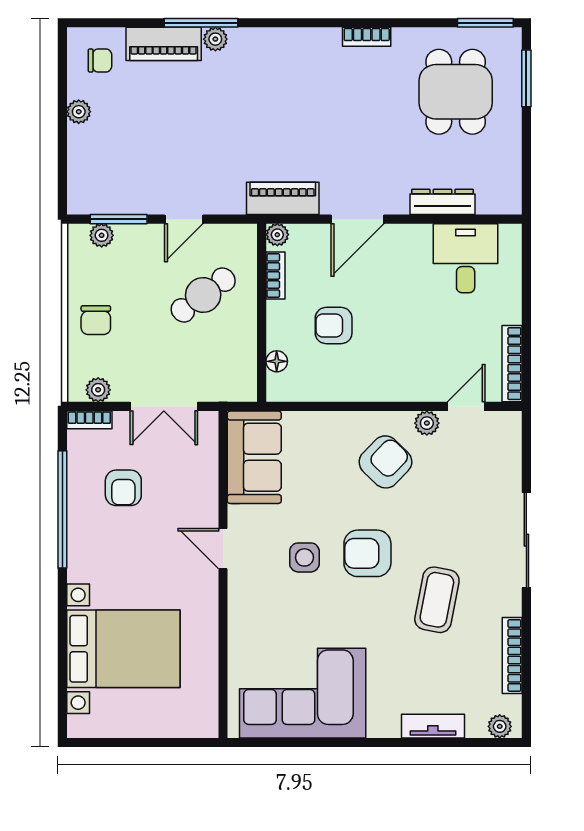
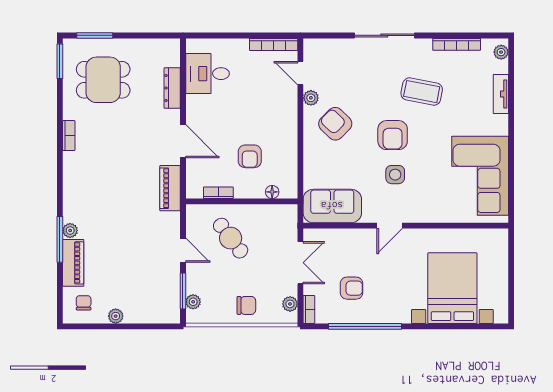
plant: (277, 235) -> (193, 192), removed

